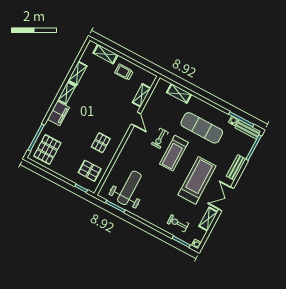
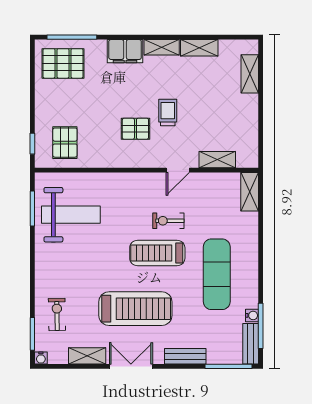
trolley: (124, 72) -> (168, 112), moved
shelving: (179, 93) -> (250, 192), moved
pallet: (101, 143) -> (135, 129), moved

